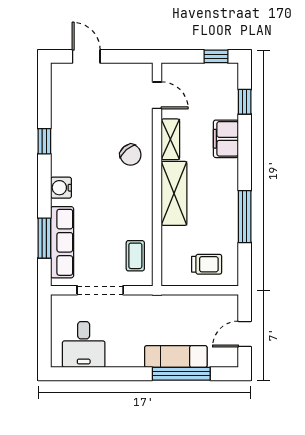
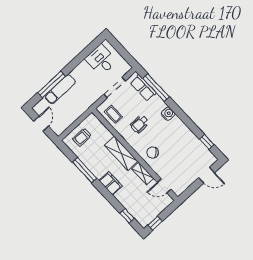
filing cabinet: (226, 139) -> (111, 183), moved
window: (44, 141) -> (207, 142), moved
wheelchair: (112, 210) -> (140, 124), added
window: (44, 238) -> (156, 88), width x1.44
row of seats: (62, 242) -> (143, 88), width x0.68

